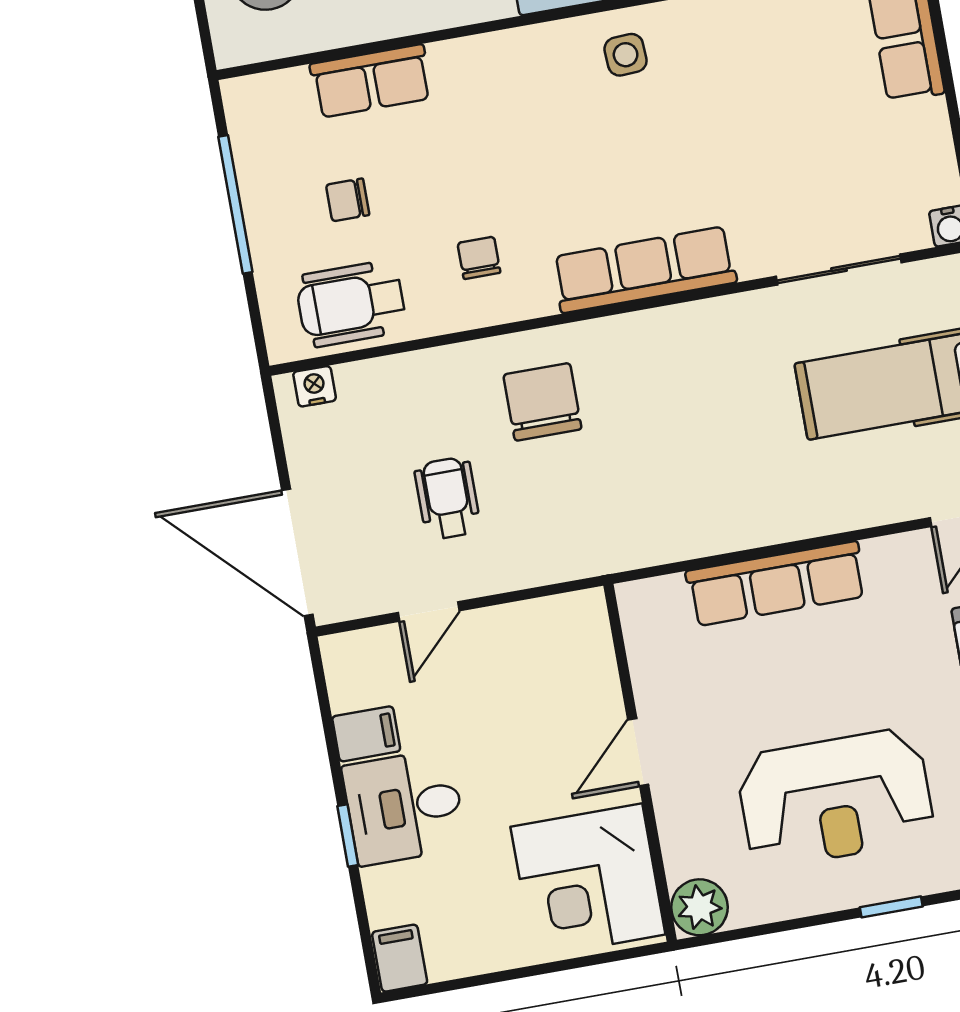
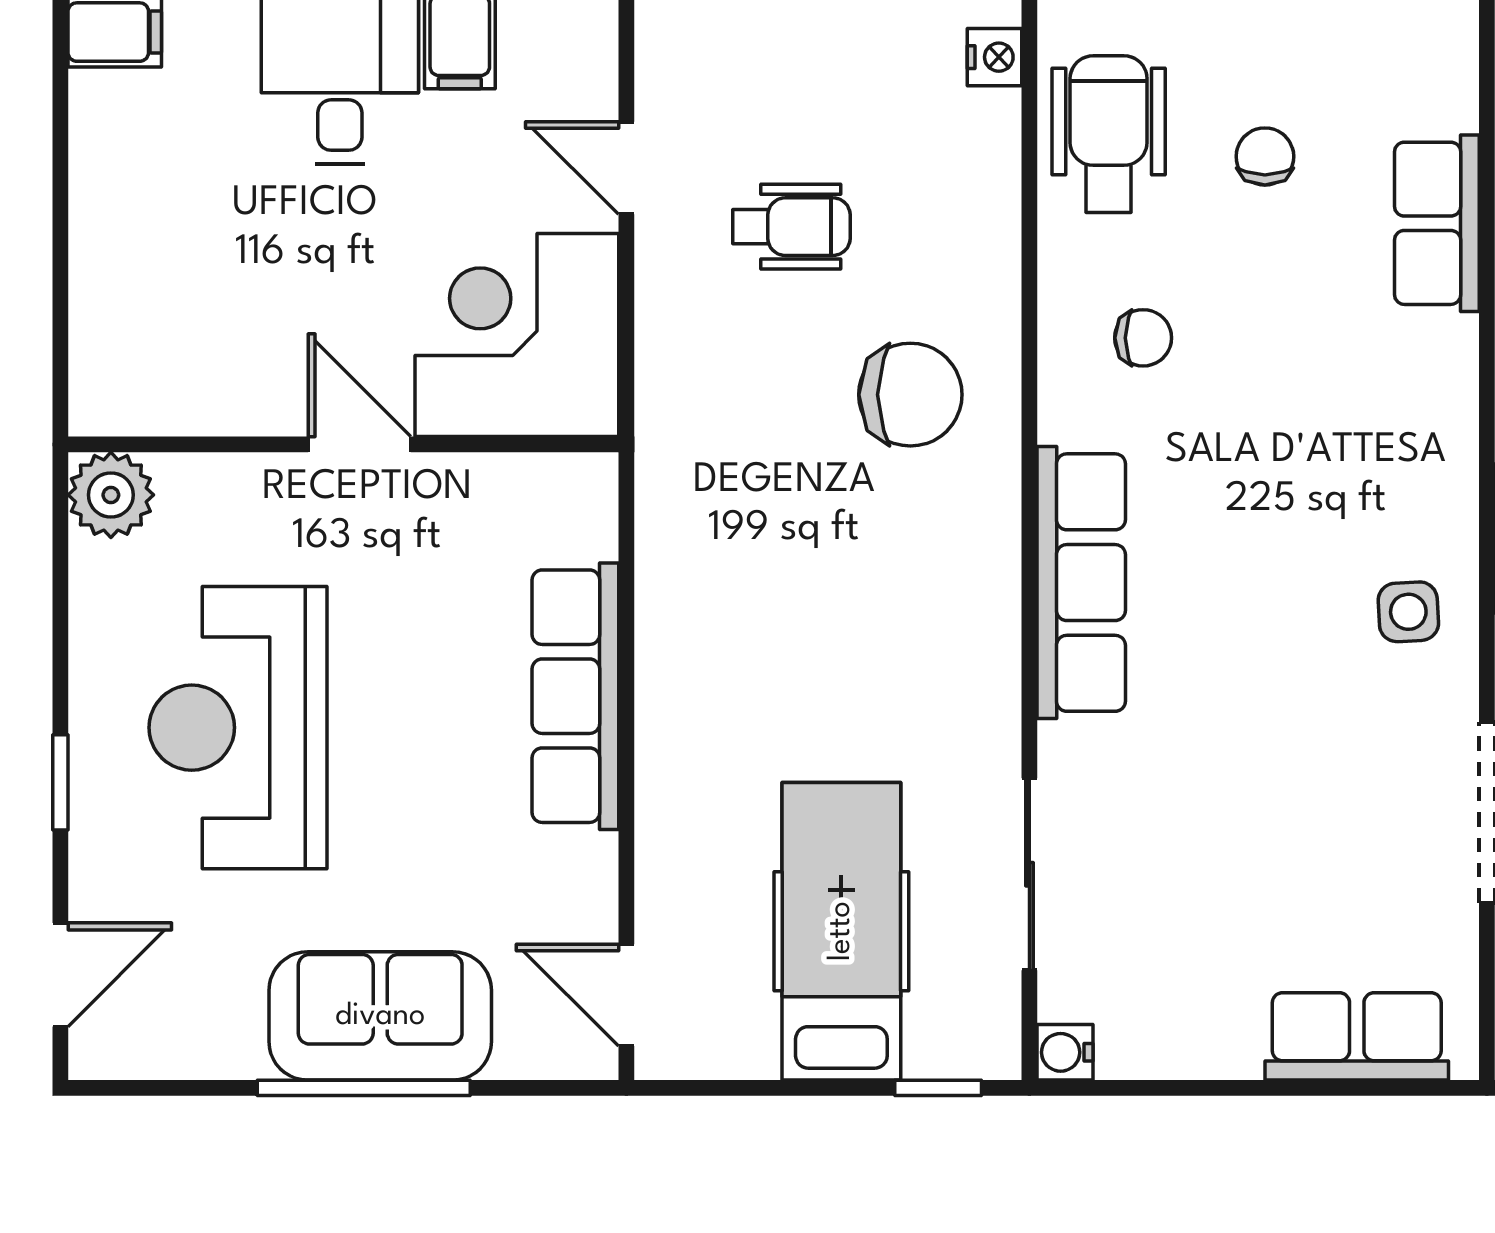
corner desk: (588, 881) -> (517, 335), moved

